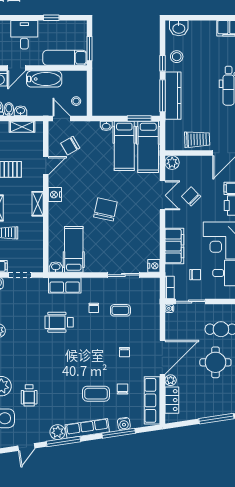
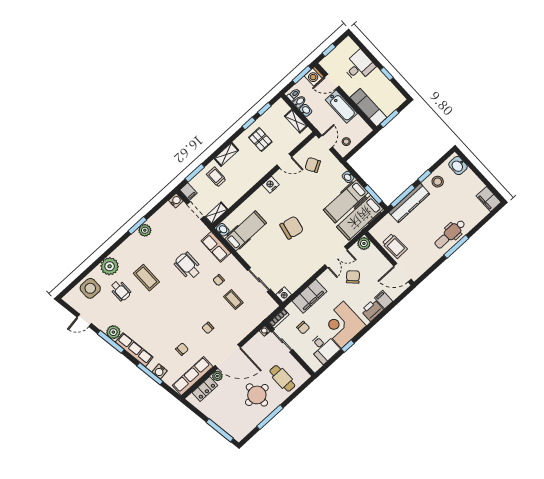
shelving: (38, 204) -> (216, 213), moved
coffee table: (96, 394) -> (146, 278), moved
wheelchair: (29, 395) -> (120, 291), turned -90

